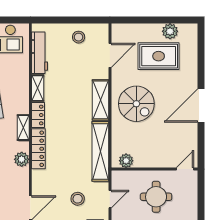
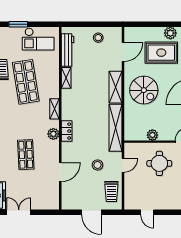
locker: (38, 115) -> (66, 99), removed
locker: (38, 149) -> (67, 131), width x0.66
plant: (126, 161) -> (152, 135), moved

